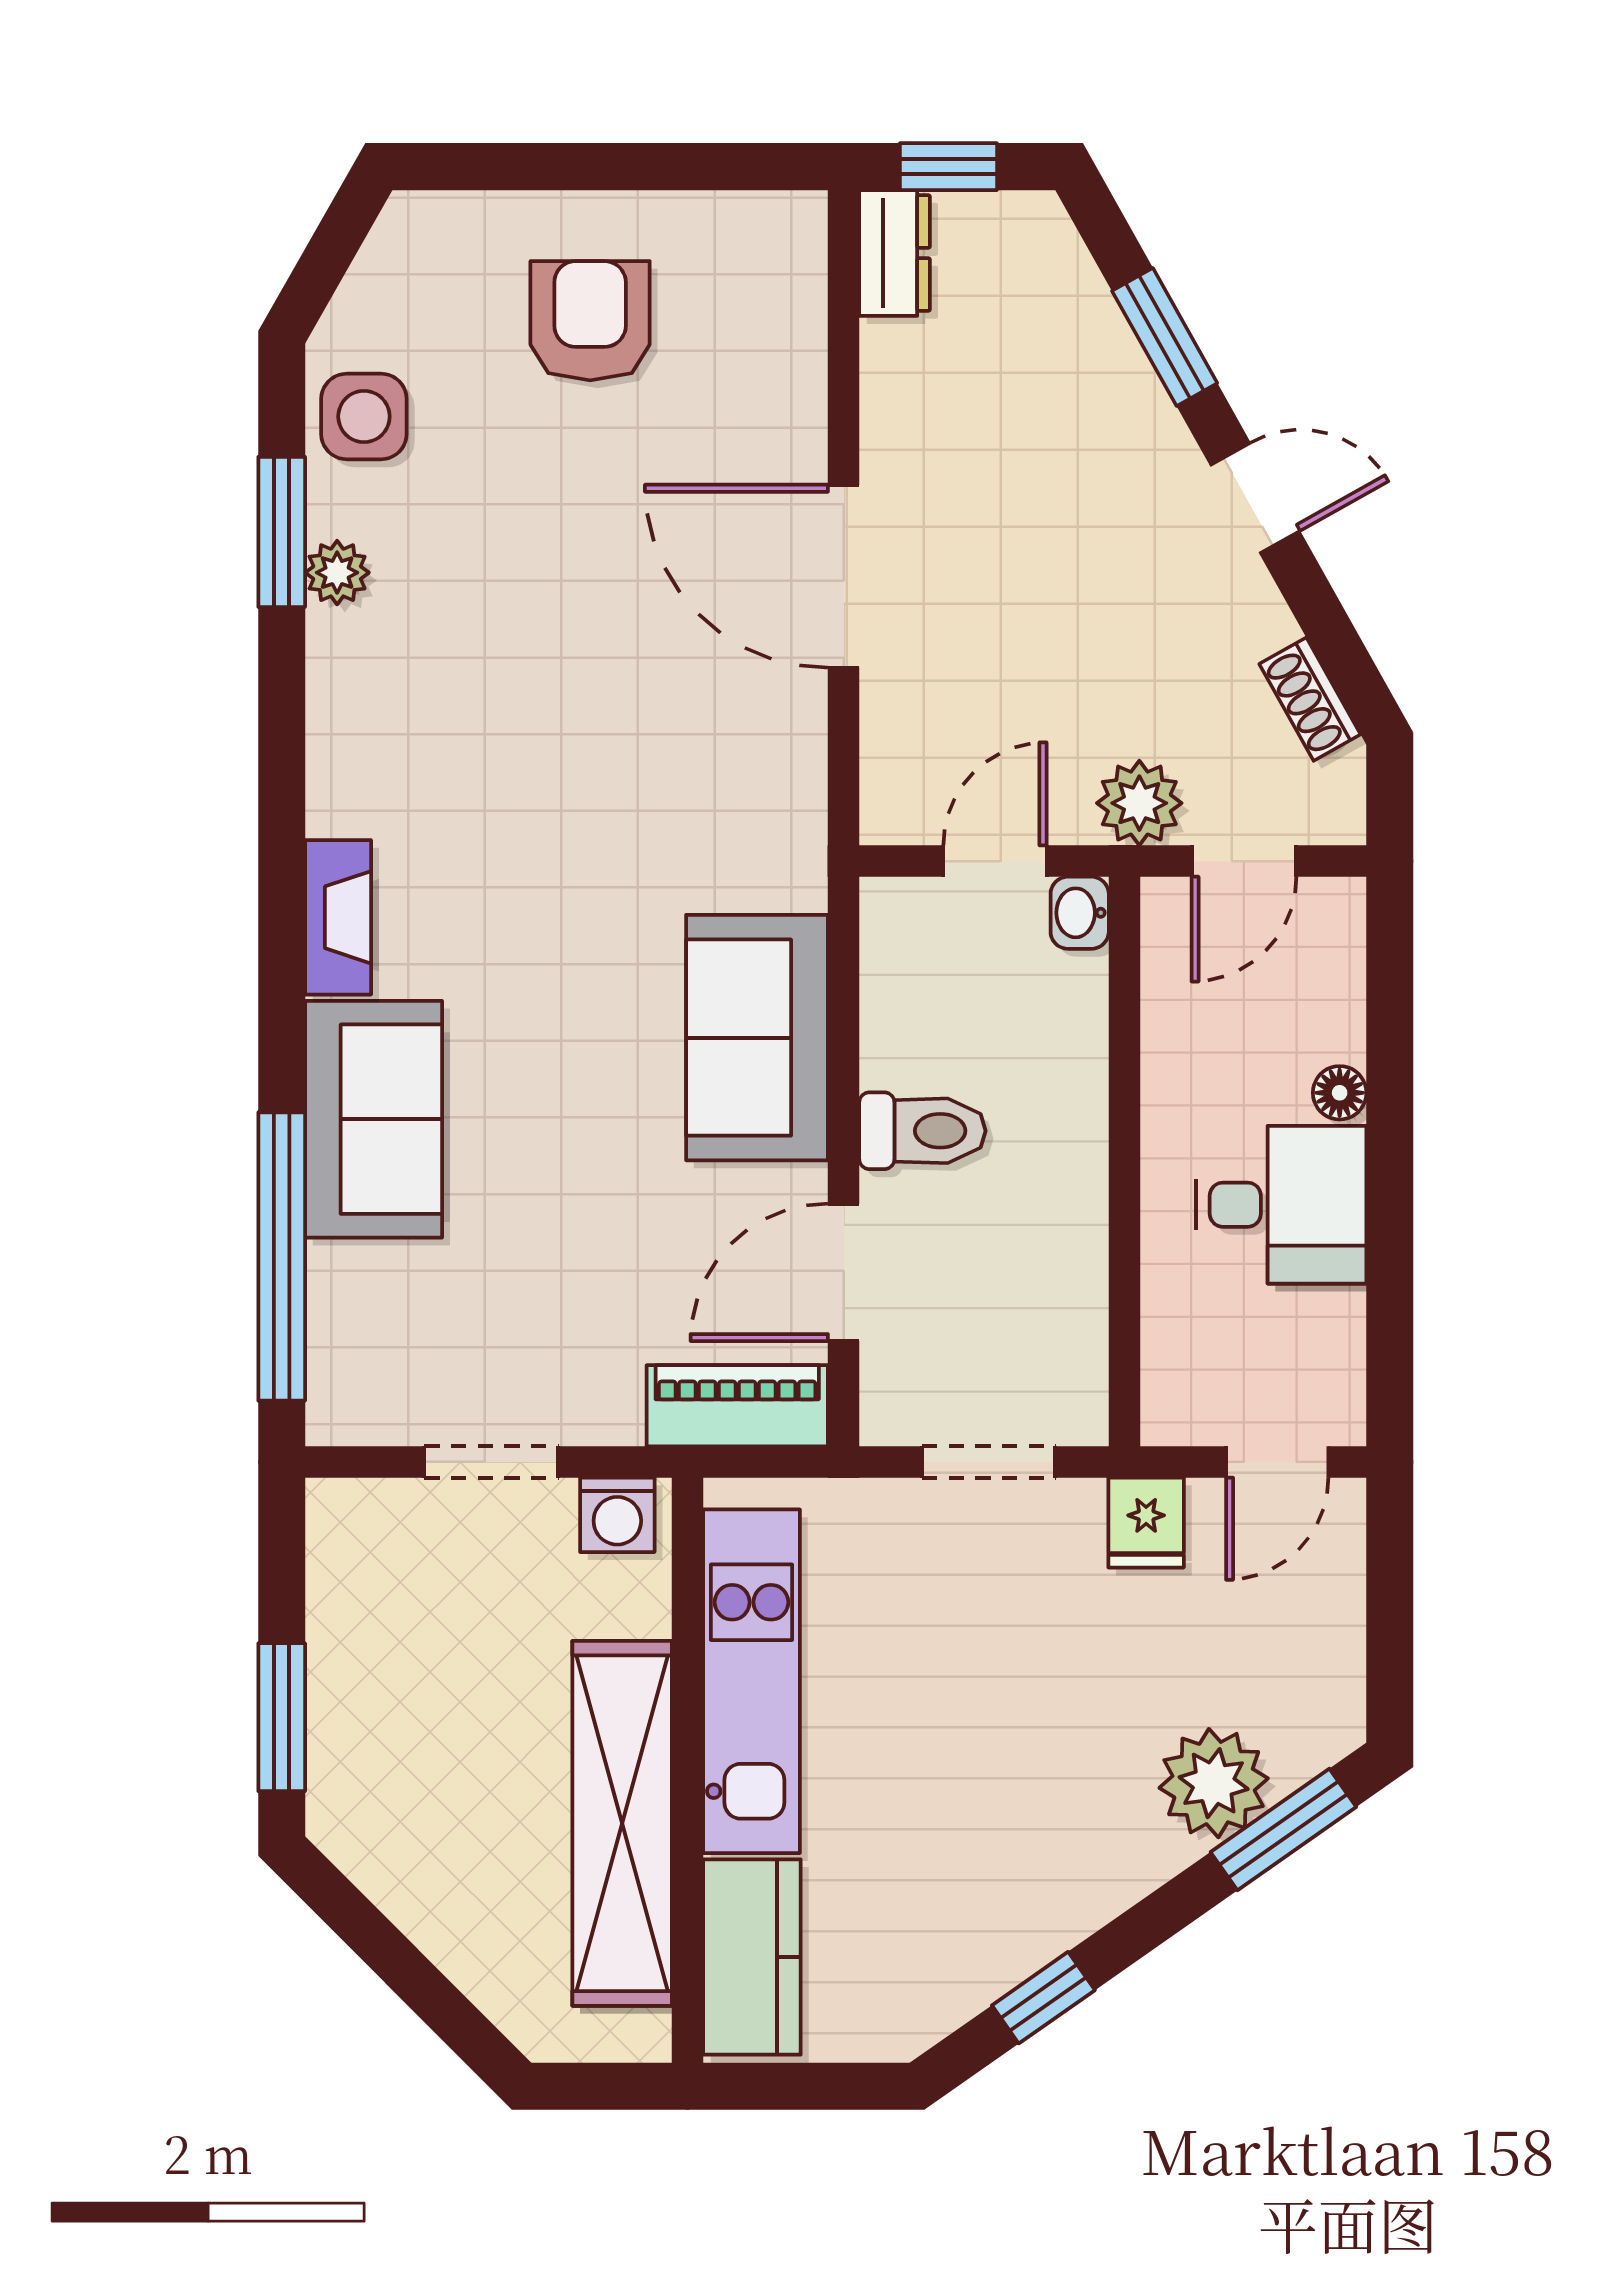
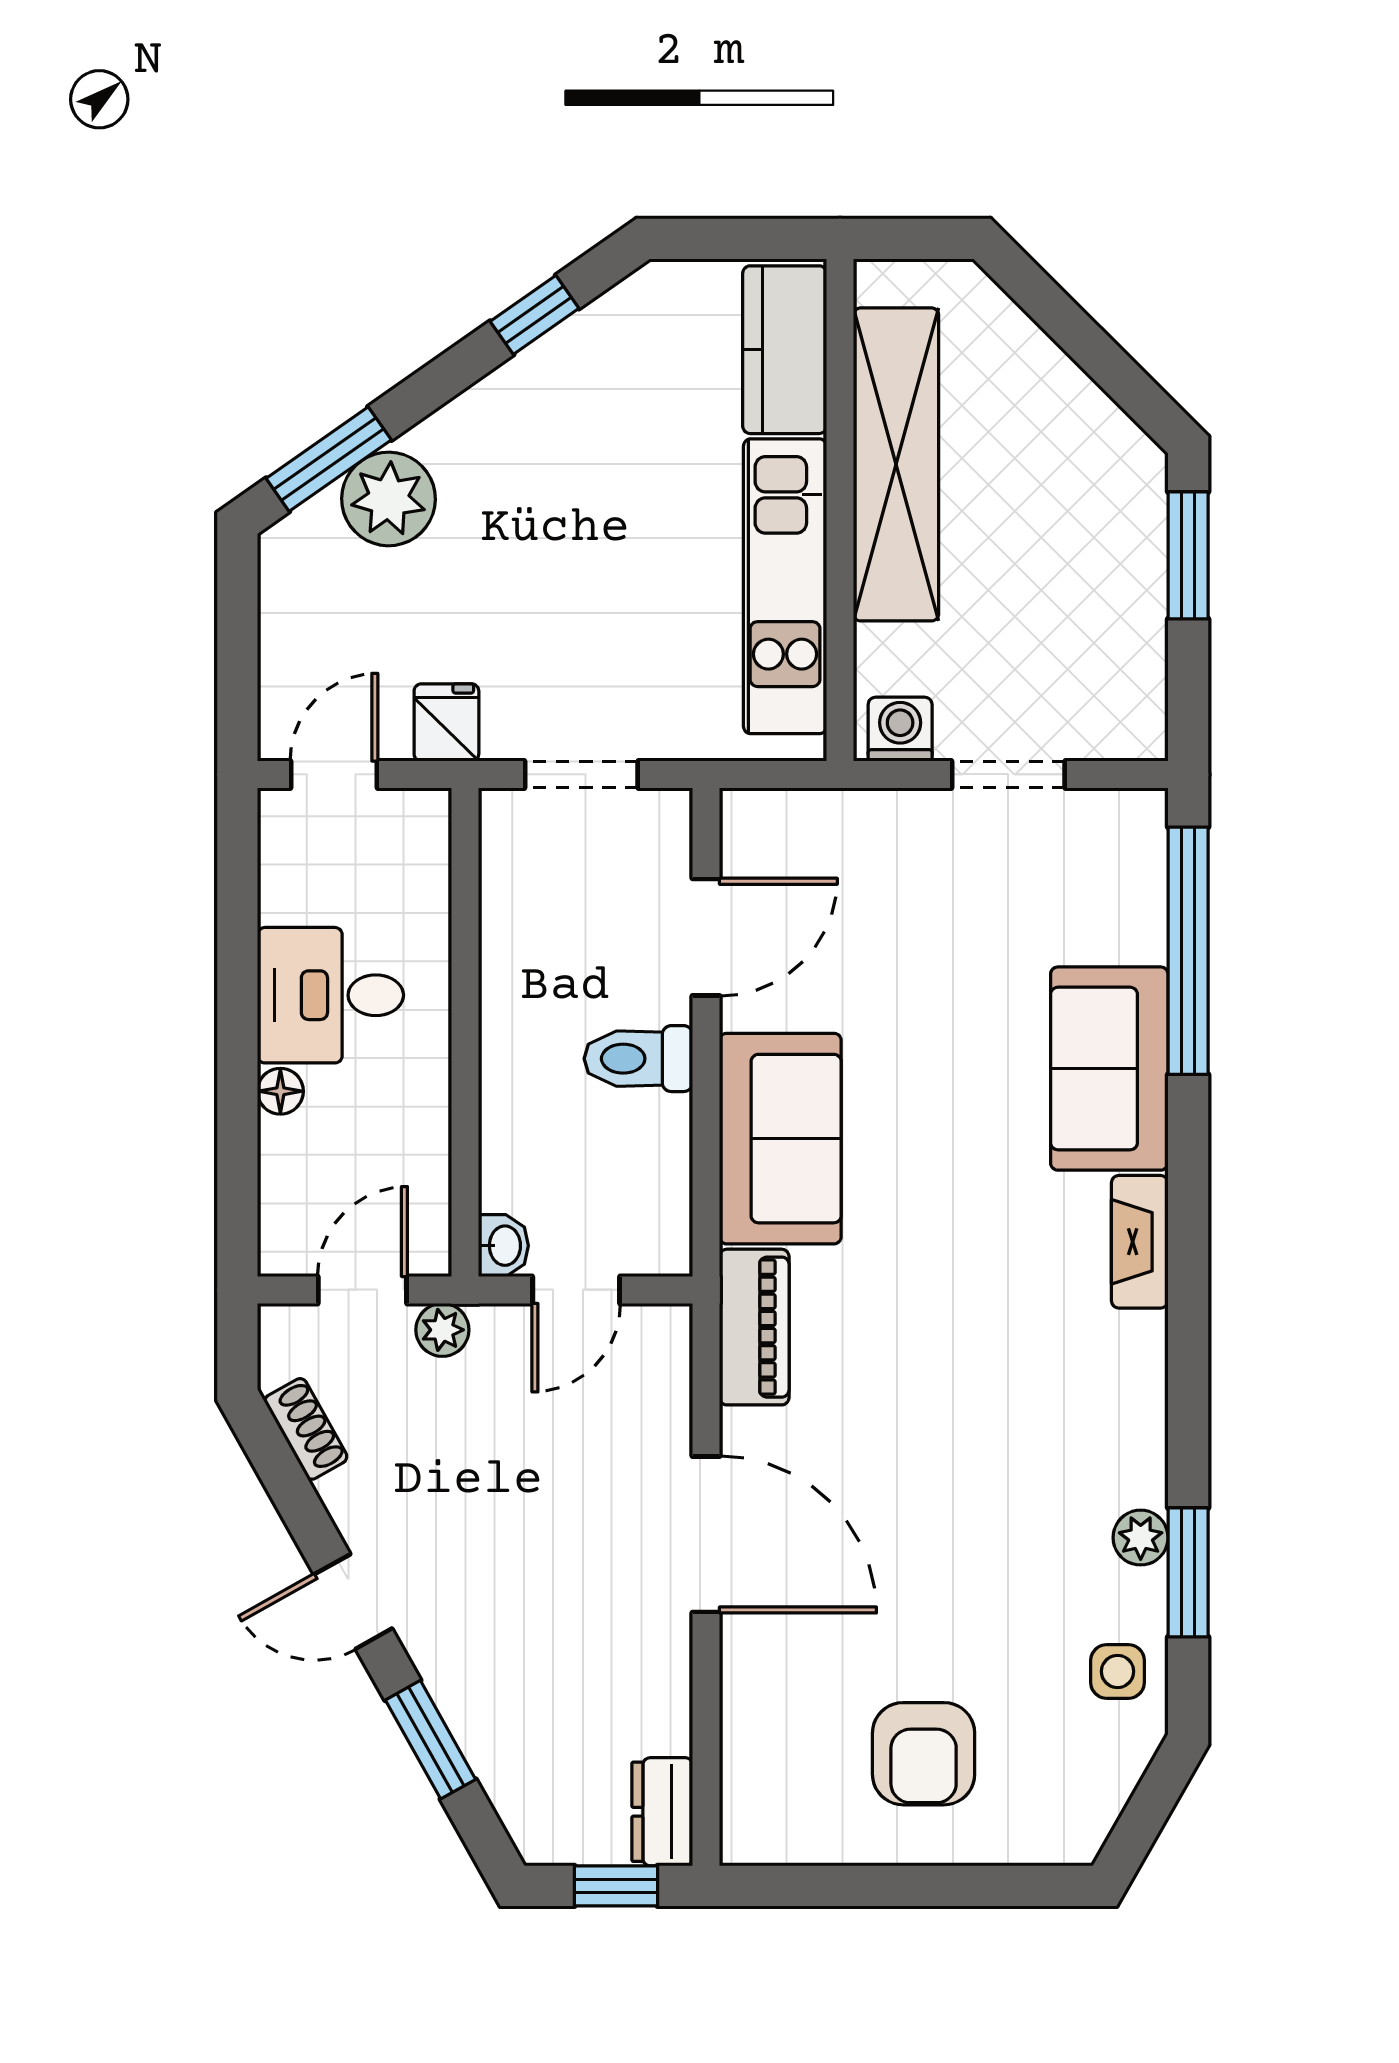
side table: (364, 416) -> (1118, 1671), width x0.73, depth x0.73
plant: (1139, 803) -> (442, 1330), width x0.73, depth x0.73
piano: (737, 1406) -> (754, 1327), moved, turned -90

